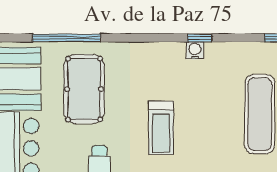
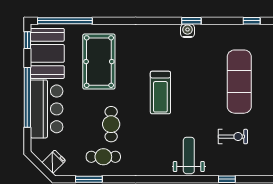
window: (66, 38) -> (65, 21), moved

